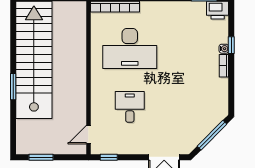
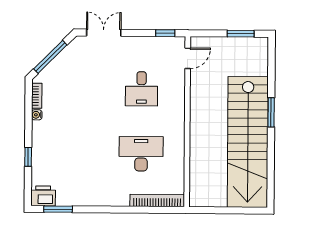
desk: (130, 49) -> (141, 154), width x0.73, depth x0.77
water cooler: (224, 49) -> (37, 115), moved
bookcase: (224, 66) -> (37, 96), moved

